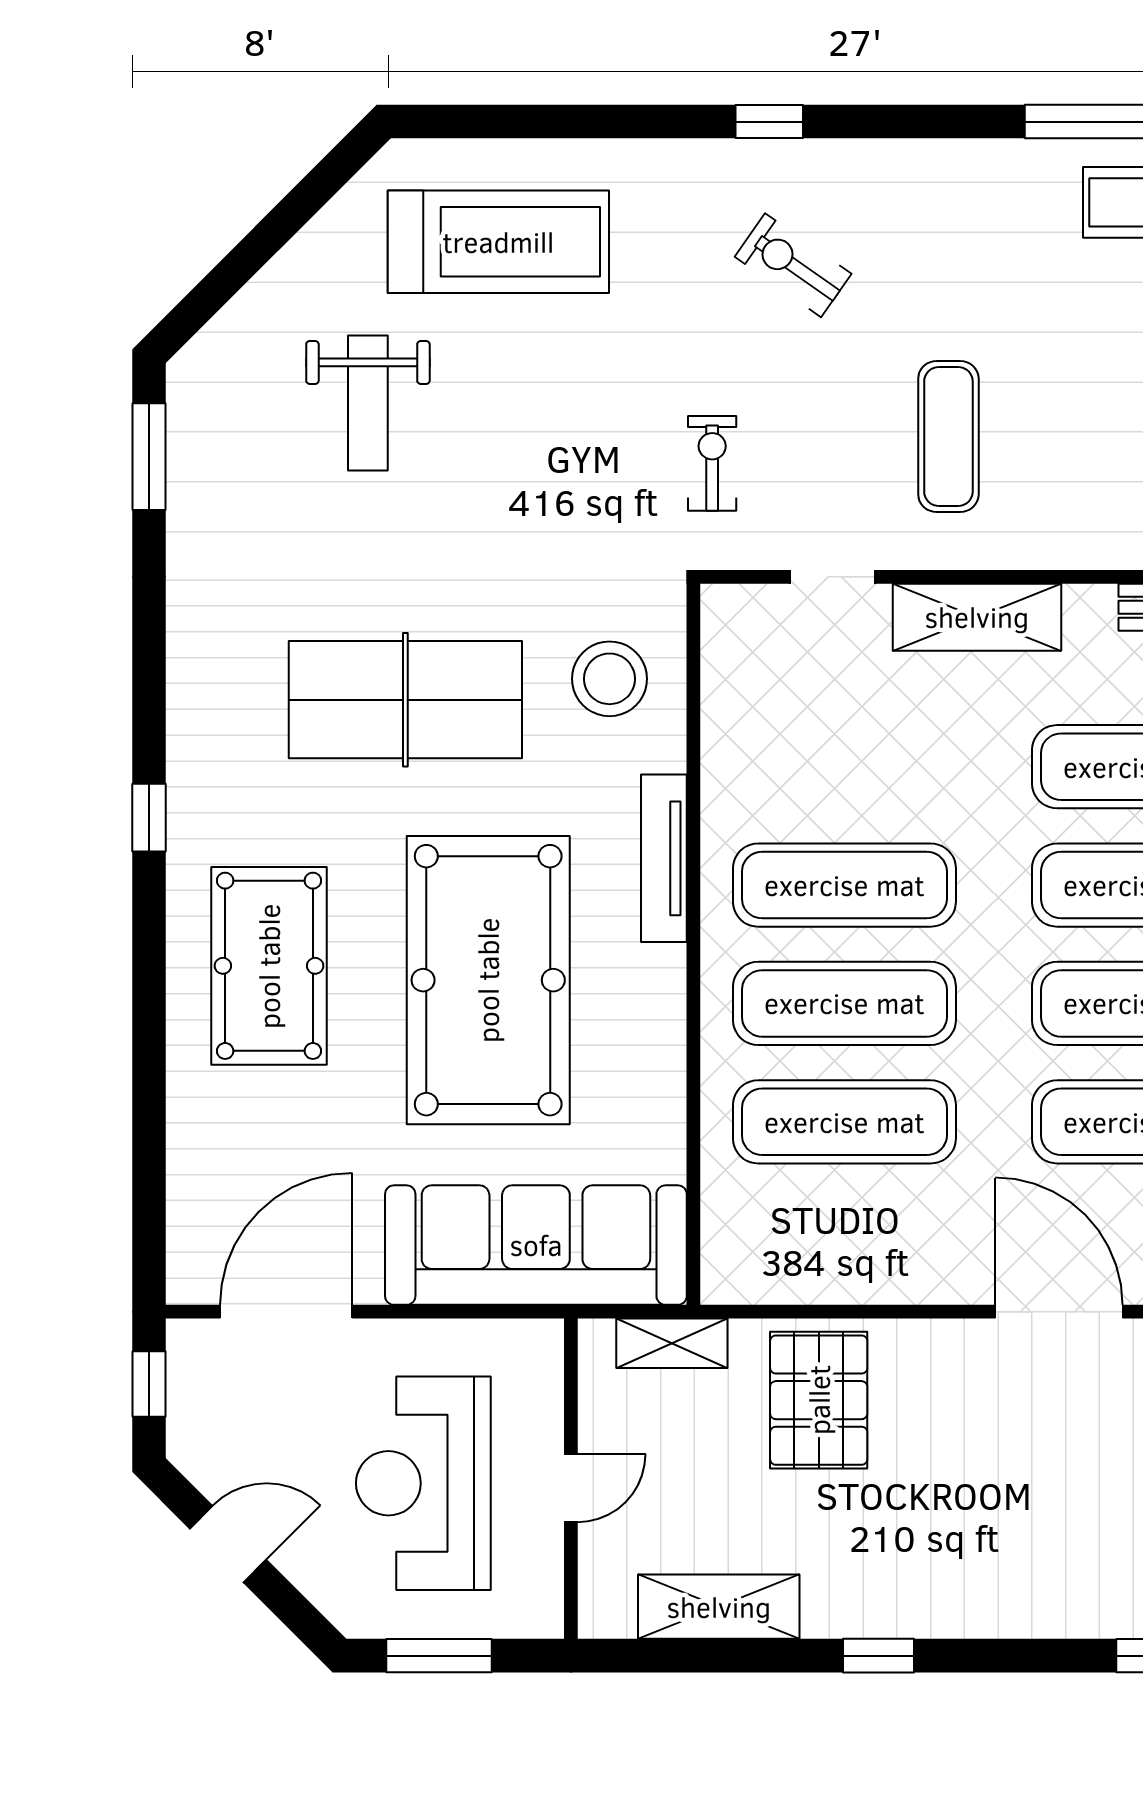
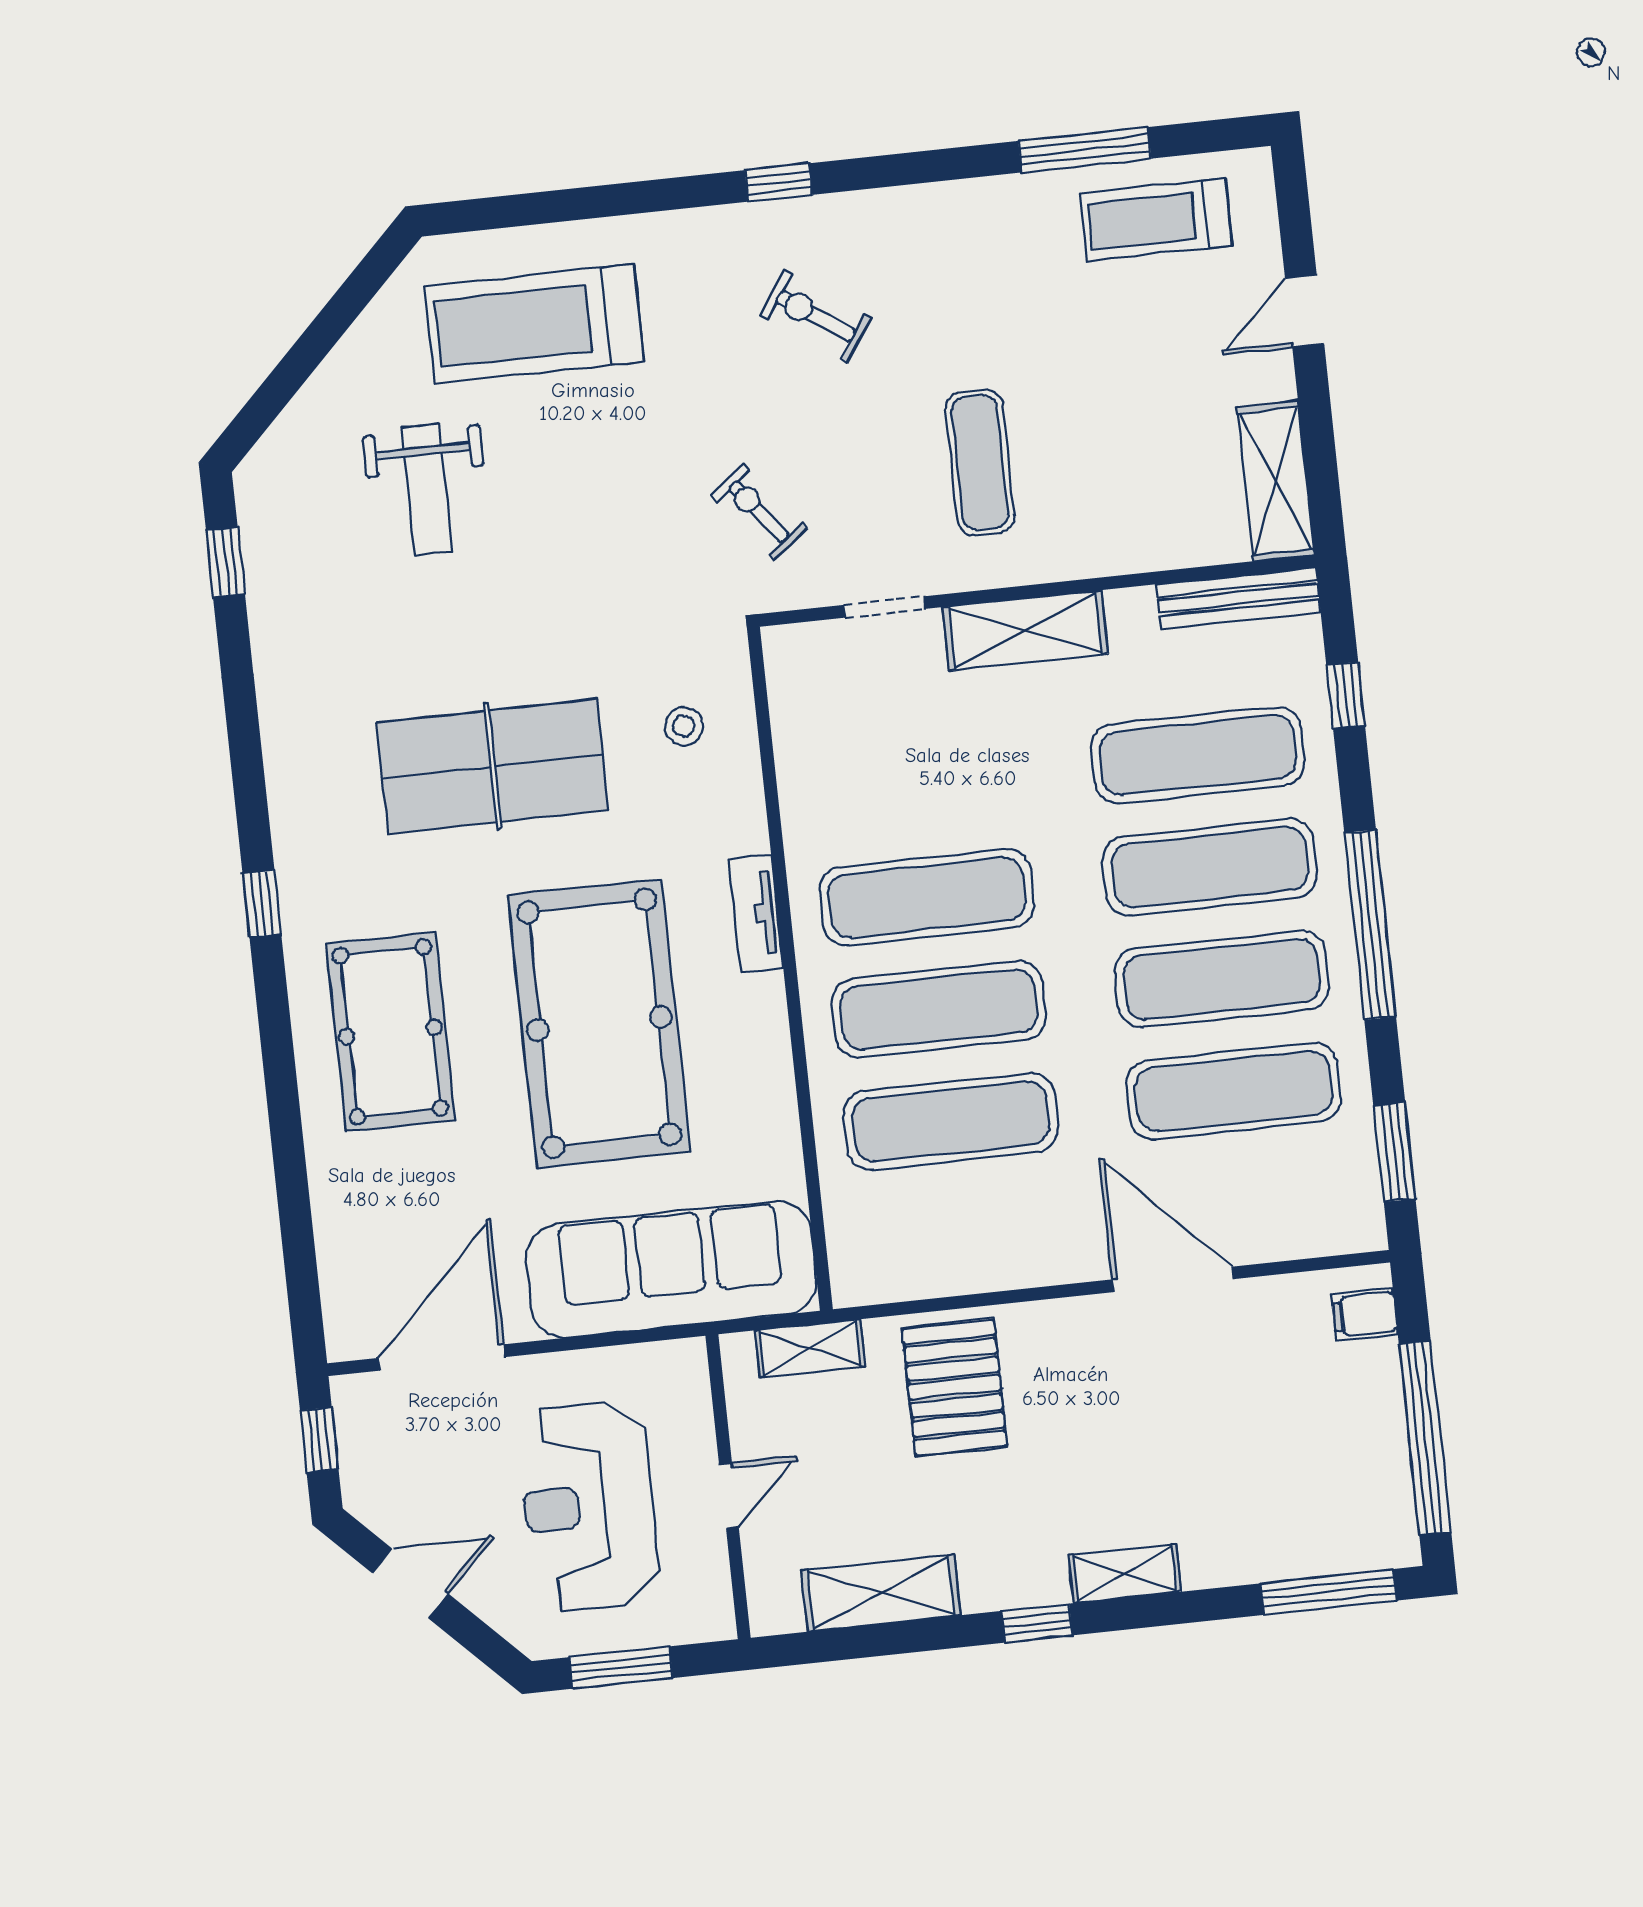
treadmill: (498, 242) -> (534, 324), turned 180
window: (149, 457) -> (225, 562), width x0.67
exercise bike: (712, 463) -> (759, 512), turned -38
stool: (610, 679) -> (684, 726), width x0.53, depth x0.53
tv unit: (664, 858) -> (756, 913), width x0.71
shelving: (976, 1614) -> (1125, 1573), added

